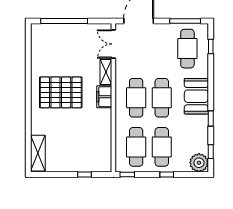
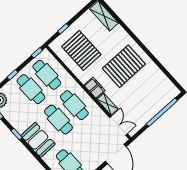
pallet: (86, 141) -> (81, 50), added

